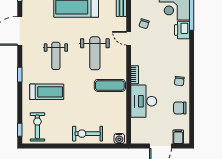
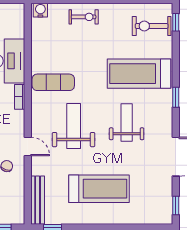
treadmill: (47, 92) -> (139, 74), width x1.37, depth x1.38
exercise bike: (37, 127) -> (152, 26), turned 90
exercise bike: (88, 134) -> (84, 17), width x0.73, depth x0.72

